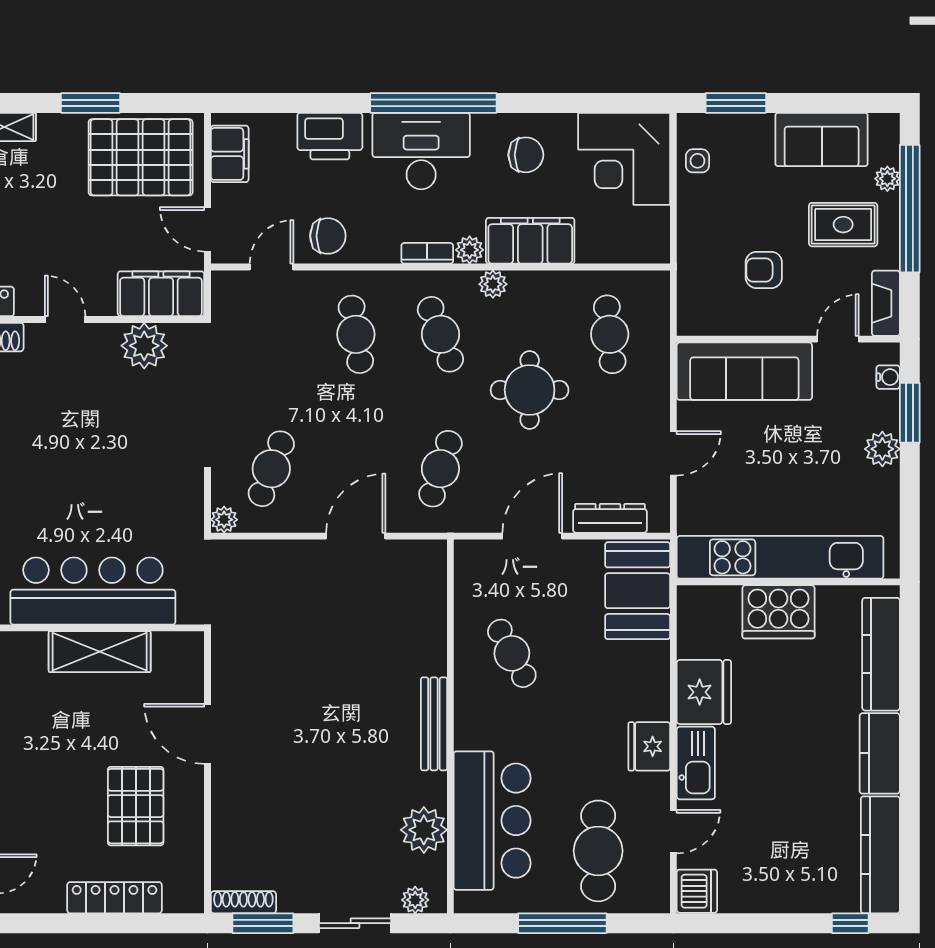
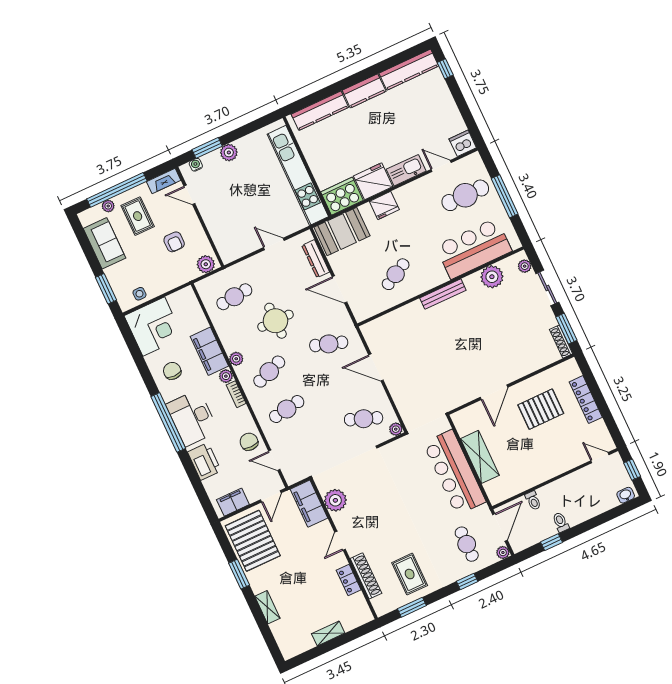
plant: (695, 309) -> (206, 264), added
sofa: (744, 371) -> (223, 230), removed
cooker: (779, 612) -> (342, 196), moved, turned -90
fridge: (649, 746) -> (384, 205), moved

